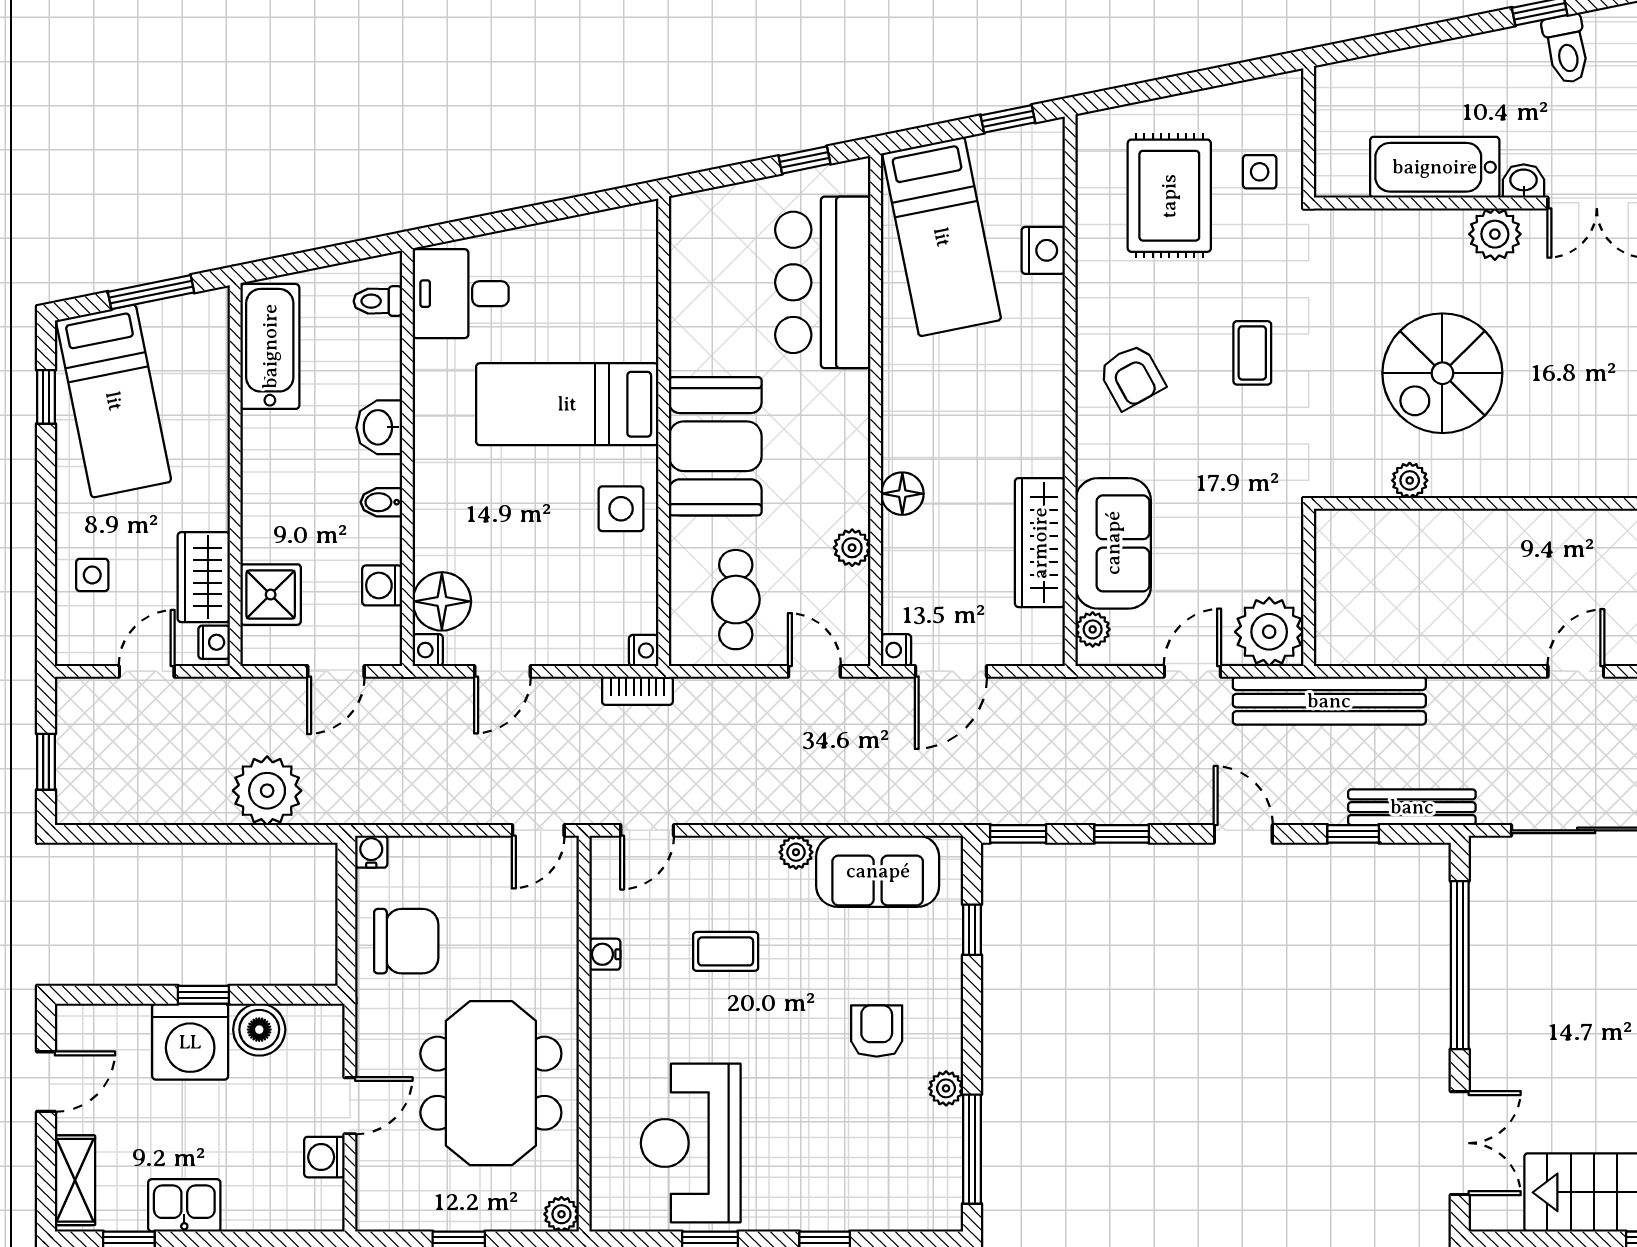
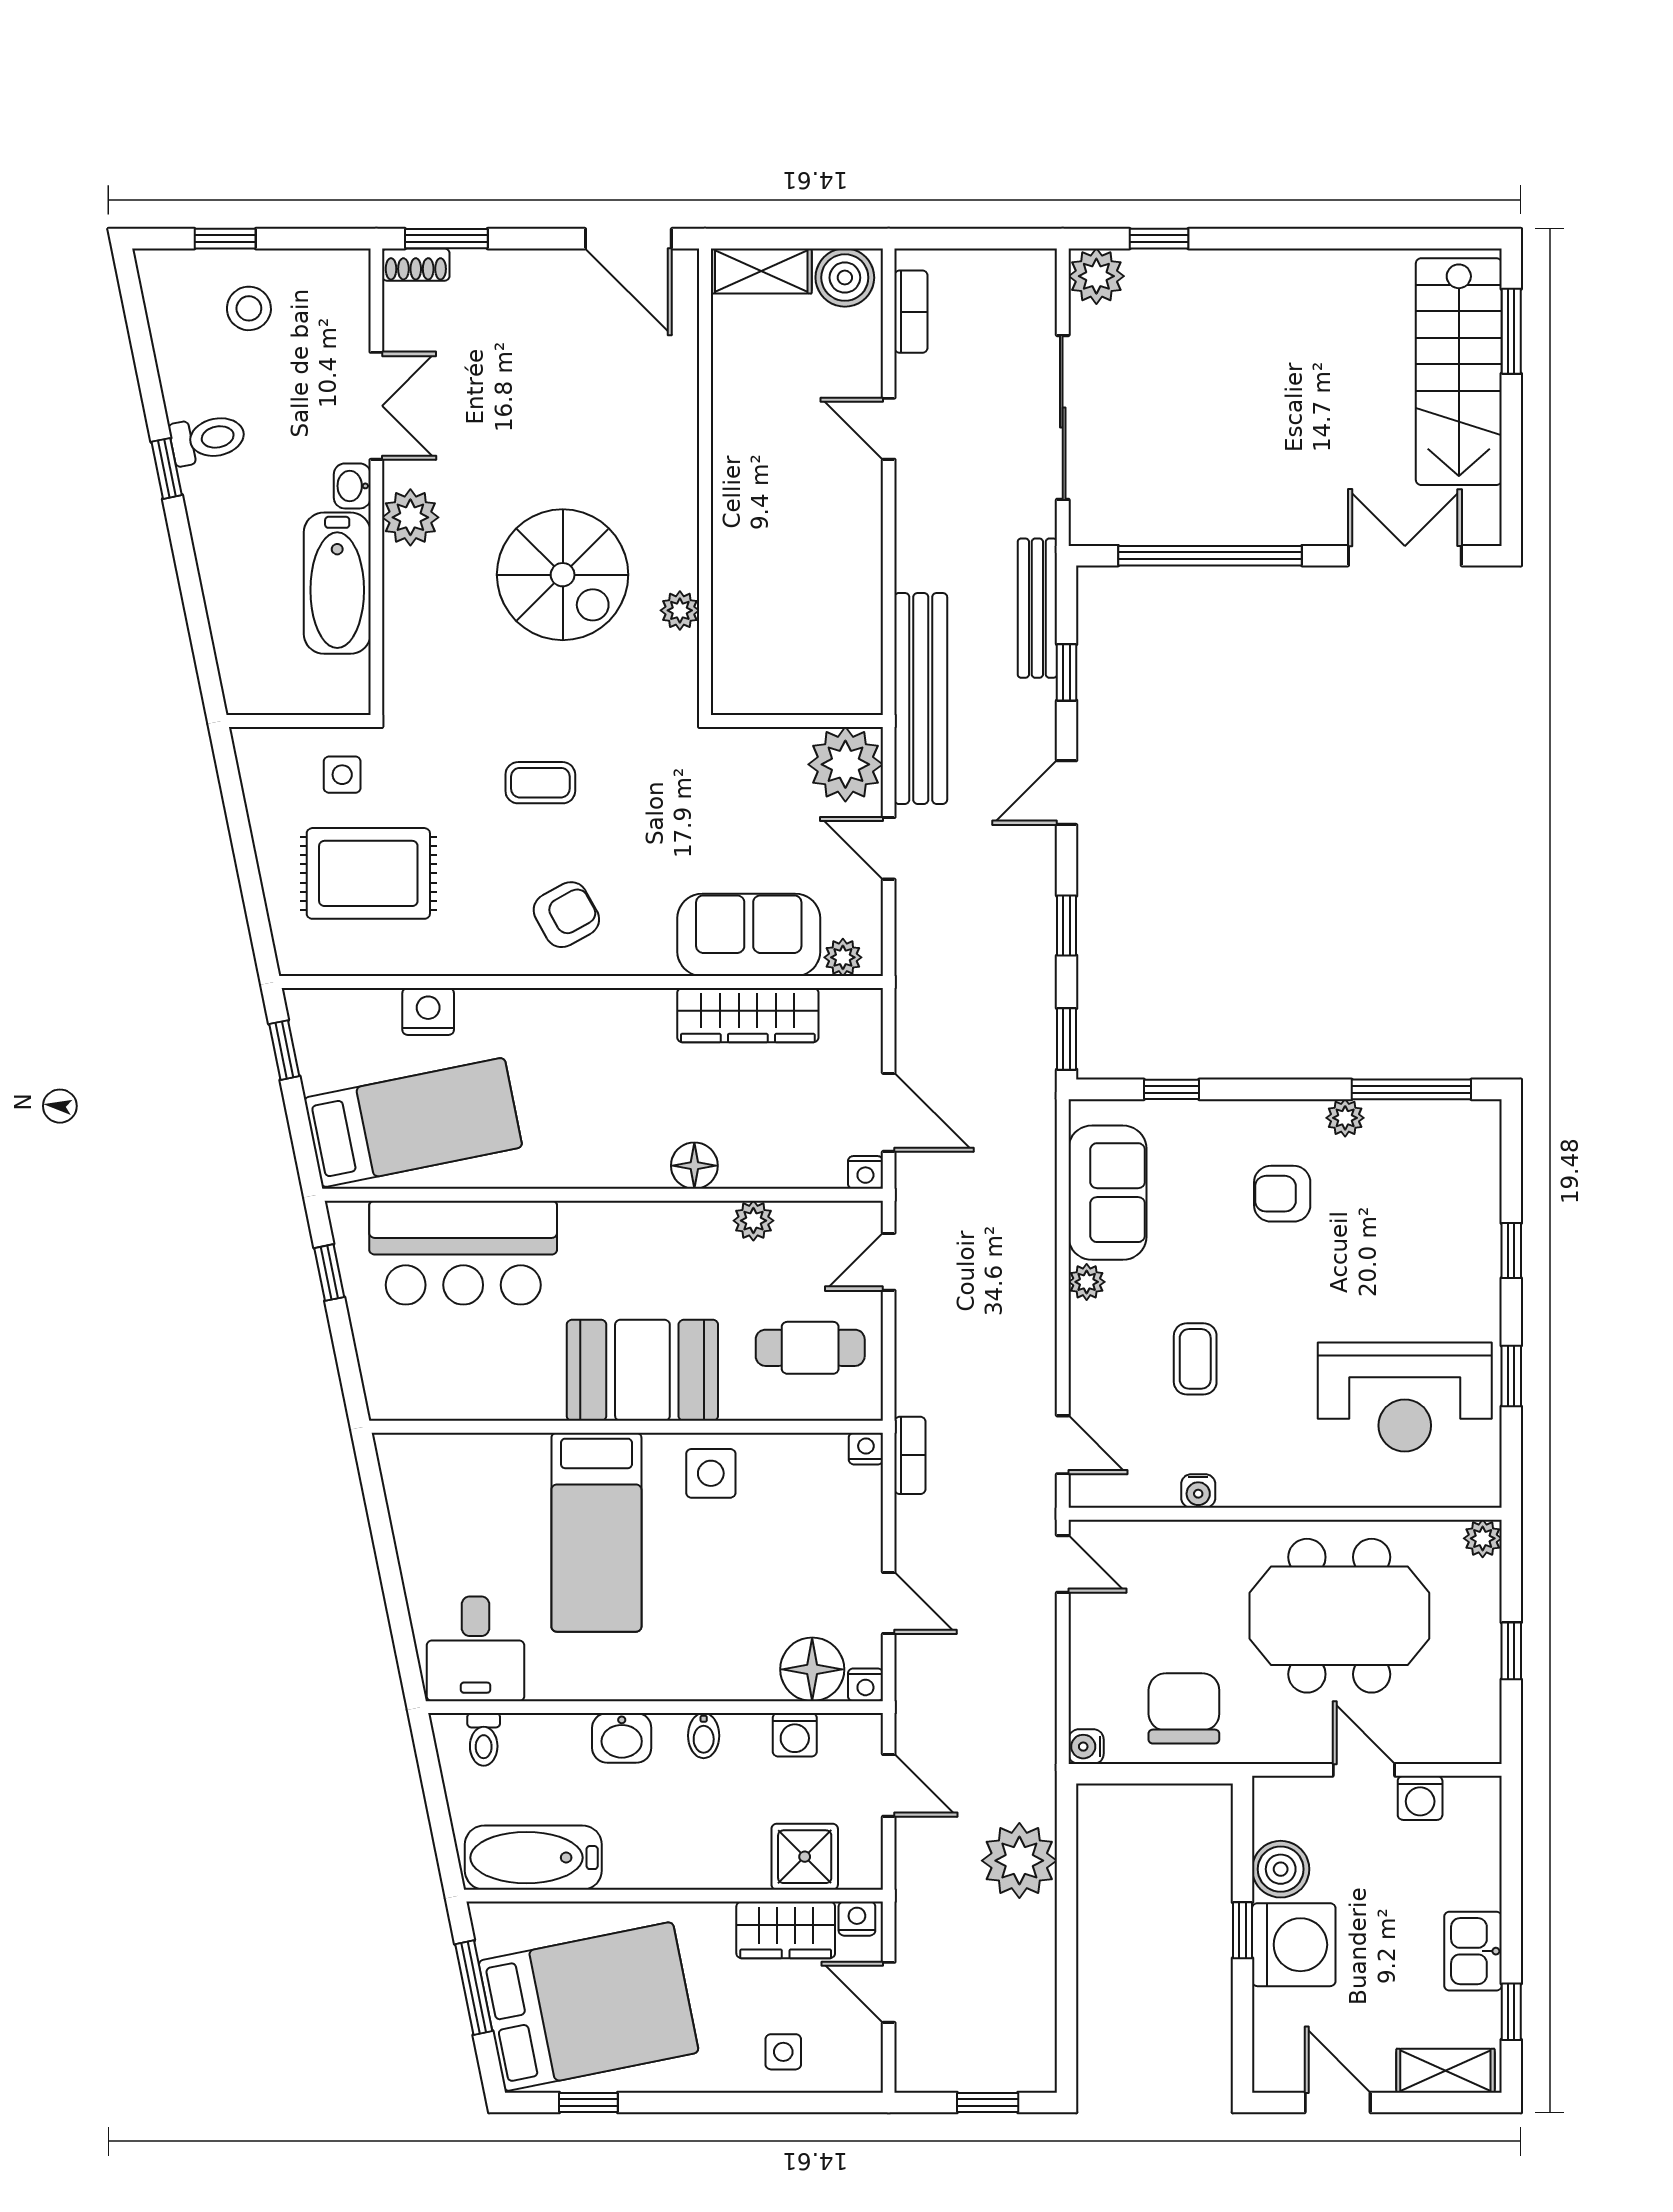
bed: (114, 401) -> (589, 2007), width x1.50

